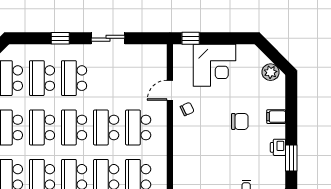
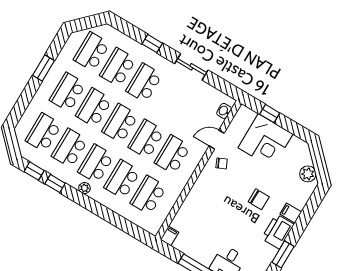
window: (191, 38) -> (270, 114), moved
washbasin: (161, 60) -> (224, 111), added
printer: (278, 147) -> (278, 231), width x1.87, depth x1.48

